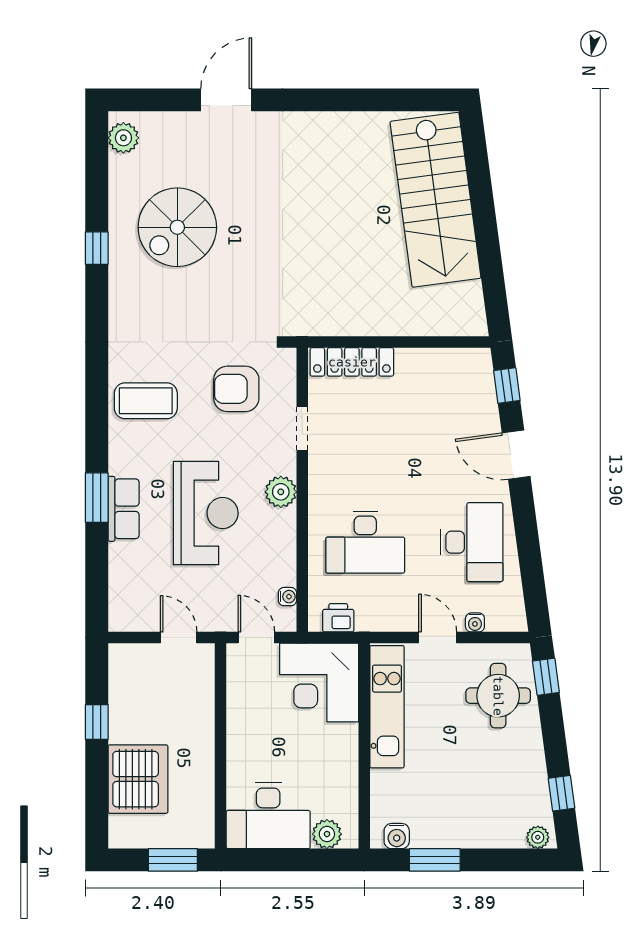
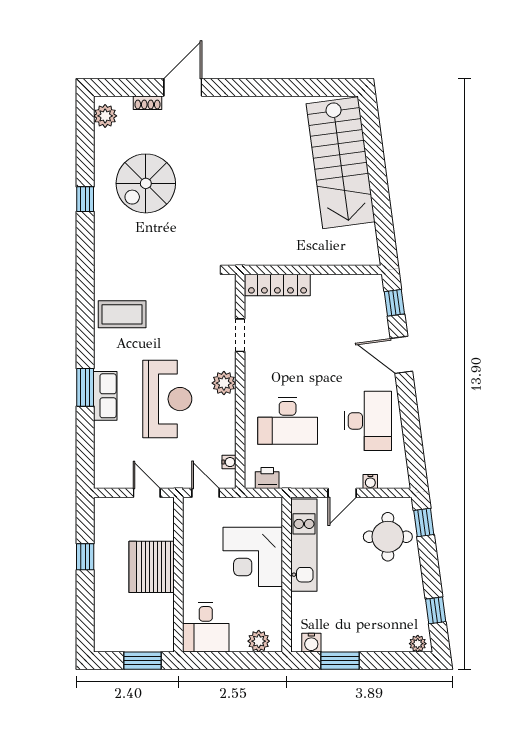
shoe rack: (180, 120) -> (148, 103), added
armchair: (236, 389) -> (190, 305), removed
door: (438, 638) -> (342, 493), swing flipped
corner desk: (319, 683) -> (253, 557), moved
server rack: (138, 779) -> (152, 567), moved, turned 180
desk: (268, 816) -> (206, 627), width x0.73

